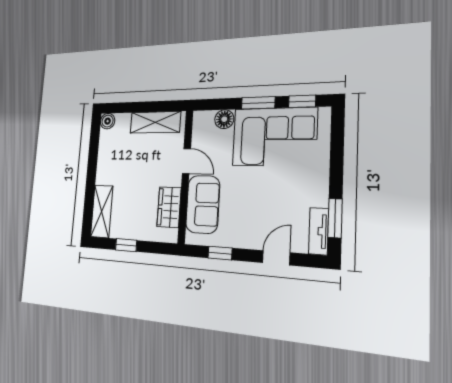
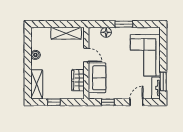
window: (302, 101) -> (146, 24), removed
boiler: (108, 121) -> (35, 55), moved
corner sofa: (274, 137) -> (145, 55), moved, turned 90

